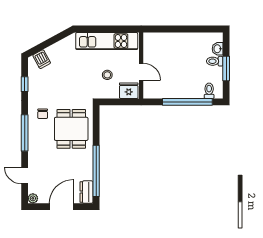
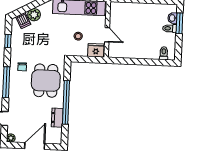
plant: (54, 52) -> (34, 15), added
window: (226, 69) -> (179, 23), moved
window: (187, 102) -> (145, 62), removed
window: (96, 171) -> (66, 102), moved
dresser: (86, 192) -> (57, 118), moved

